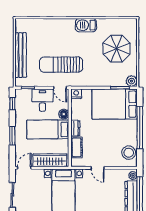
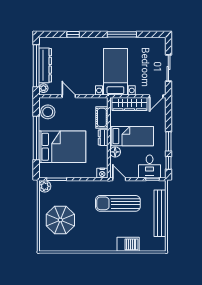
barbecue: (86, 25) -> (128, 244), moved
sun lounger: (61, 65) -> (118, 203), turned 180
desk: (42, 100) -> (150, 166), moved
bed: (115, 104) -> (62, 147), moved
window: (12, 136) -> (168, 141), moved
door: (98, 168) -> (69, 96), moved

